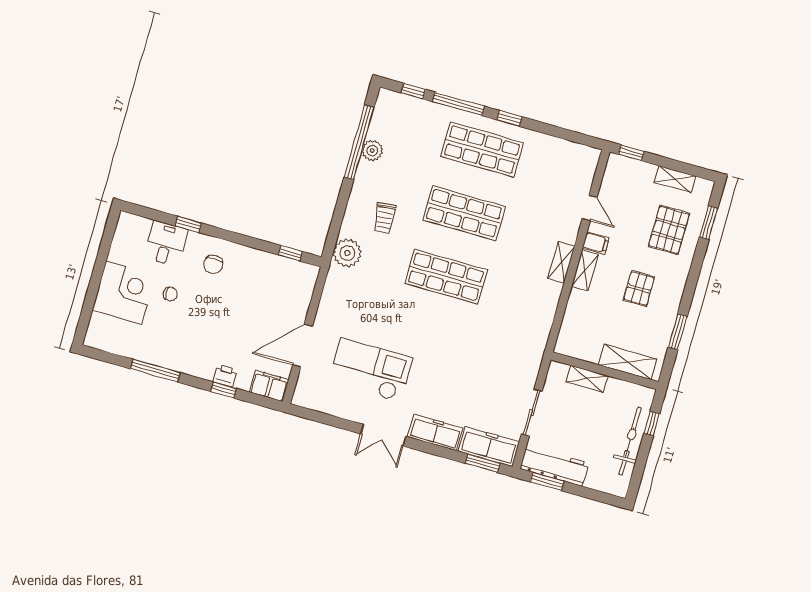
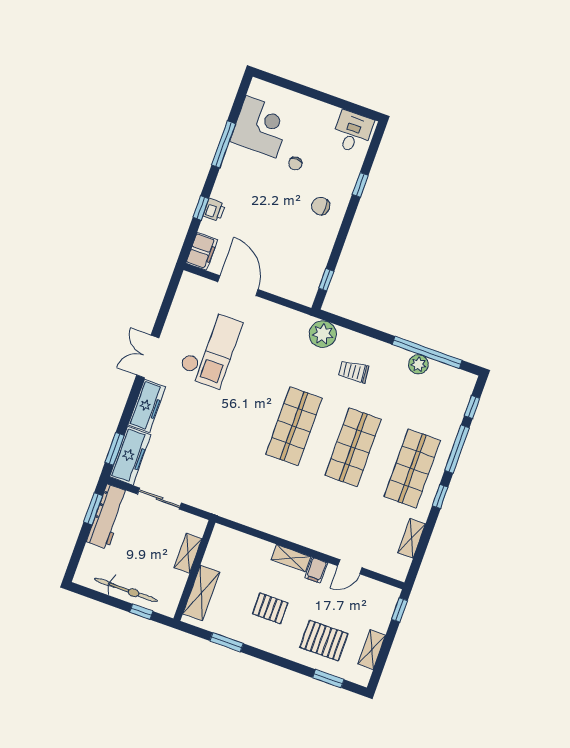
desk: (166, 243) -> (352, 132), moved, turned -90
shelving: (561, 262) -> (412, 538), moved, turned 90
corner desk: (124, 293) -> (261, 127), moved, turned -90

